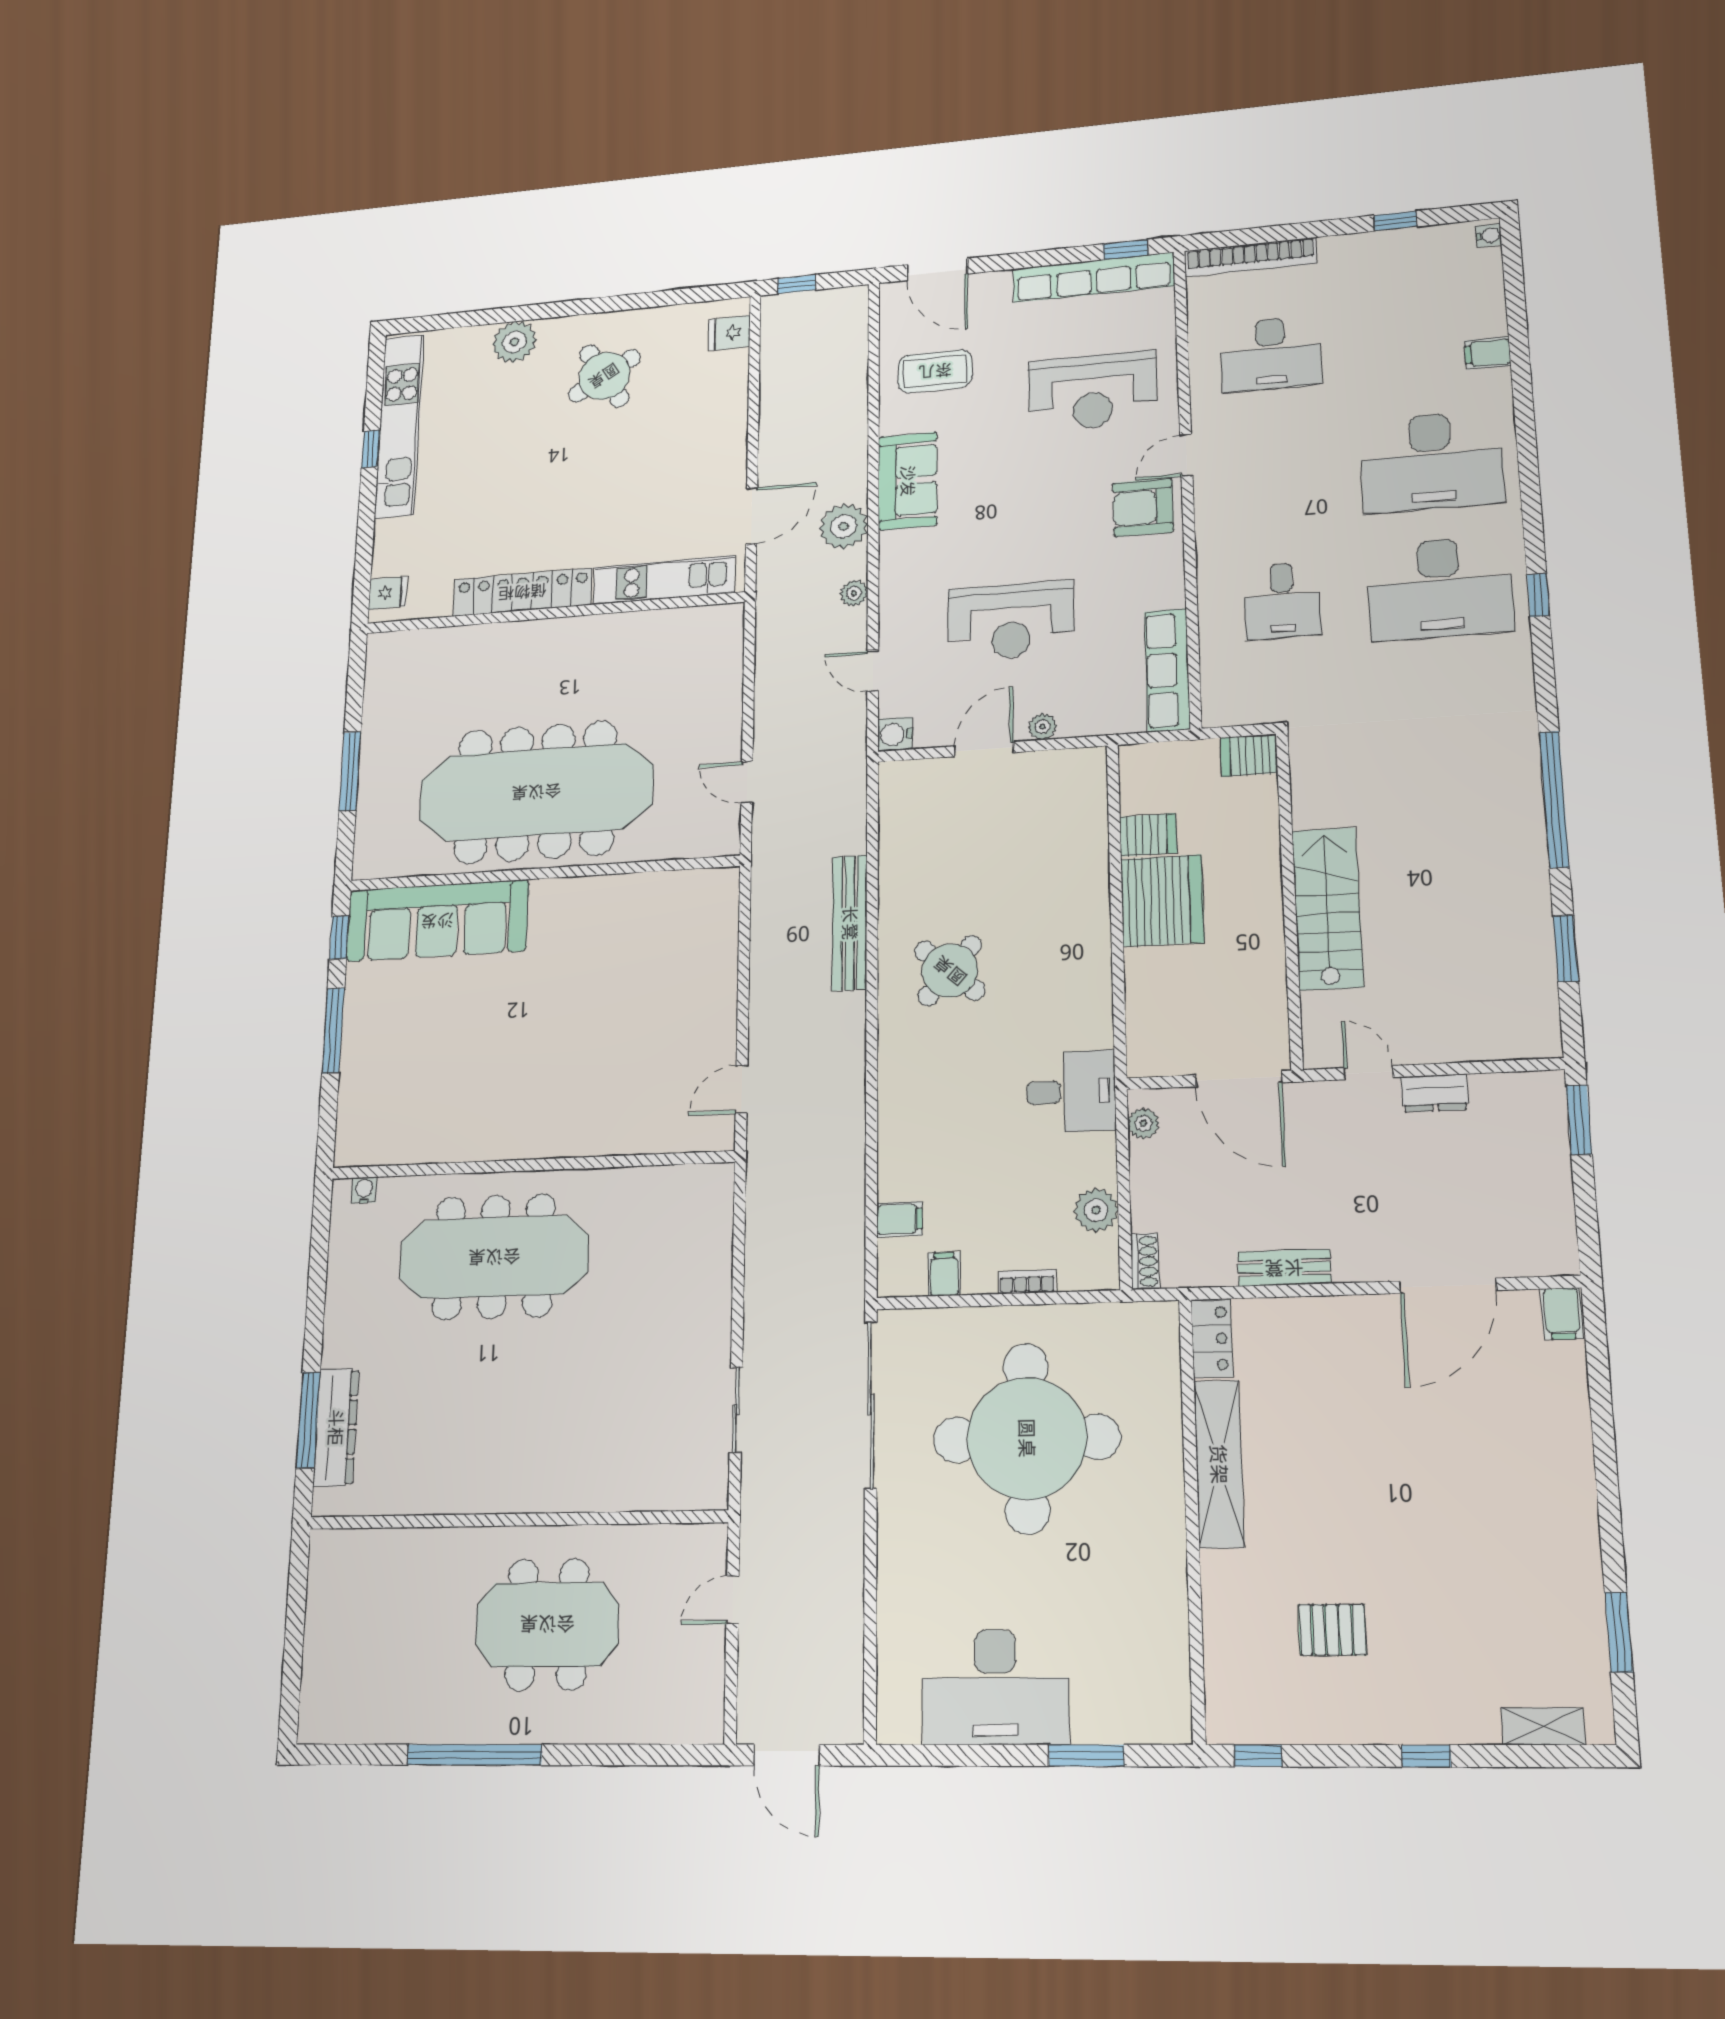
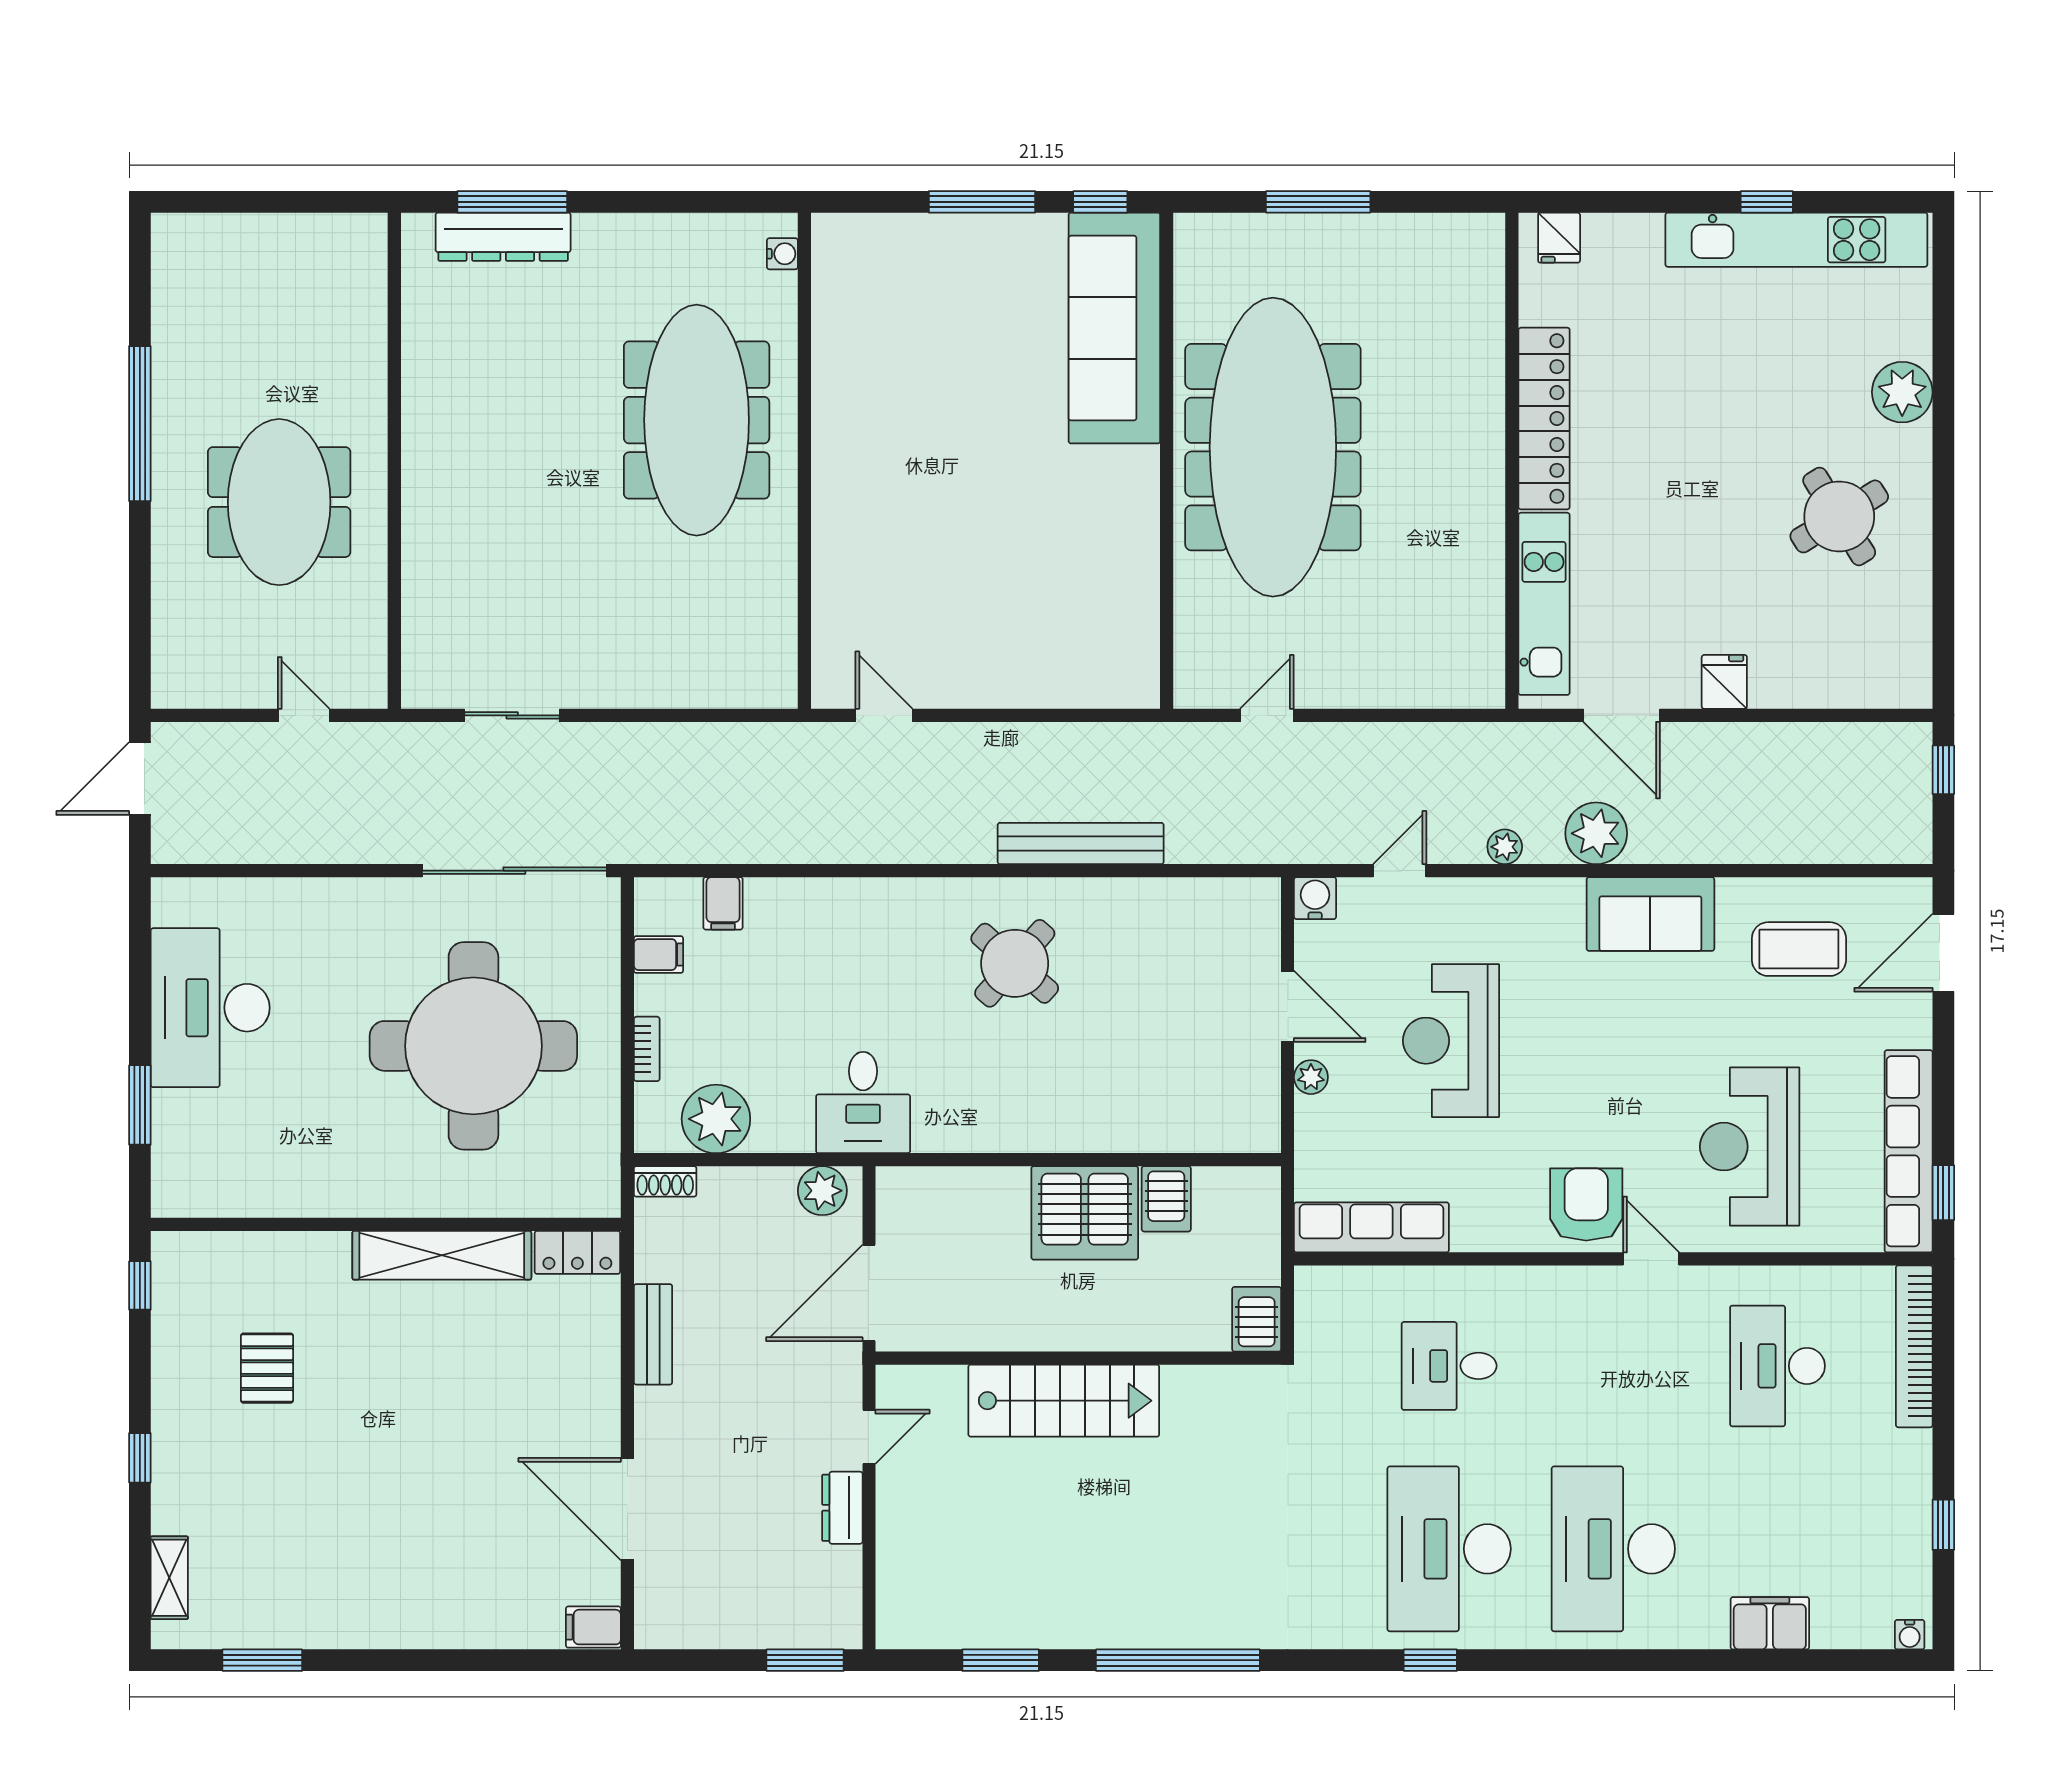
fridge: (729, 333) -> (1724, 682), moved
filing cabinet: (1488, 353) -> (1770, 1623), width x2.00
coffee table: (935, 371) -> (1799, 949), turned 90
plant: (1143, 1123) -> (822, 1191), width x1.38, depth x1.38
plant: (1096, 1210) -> (716, 1119), width x1.36, depth x1.36

